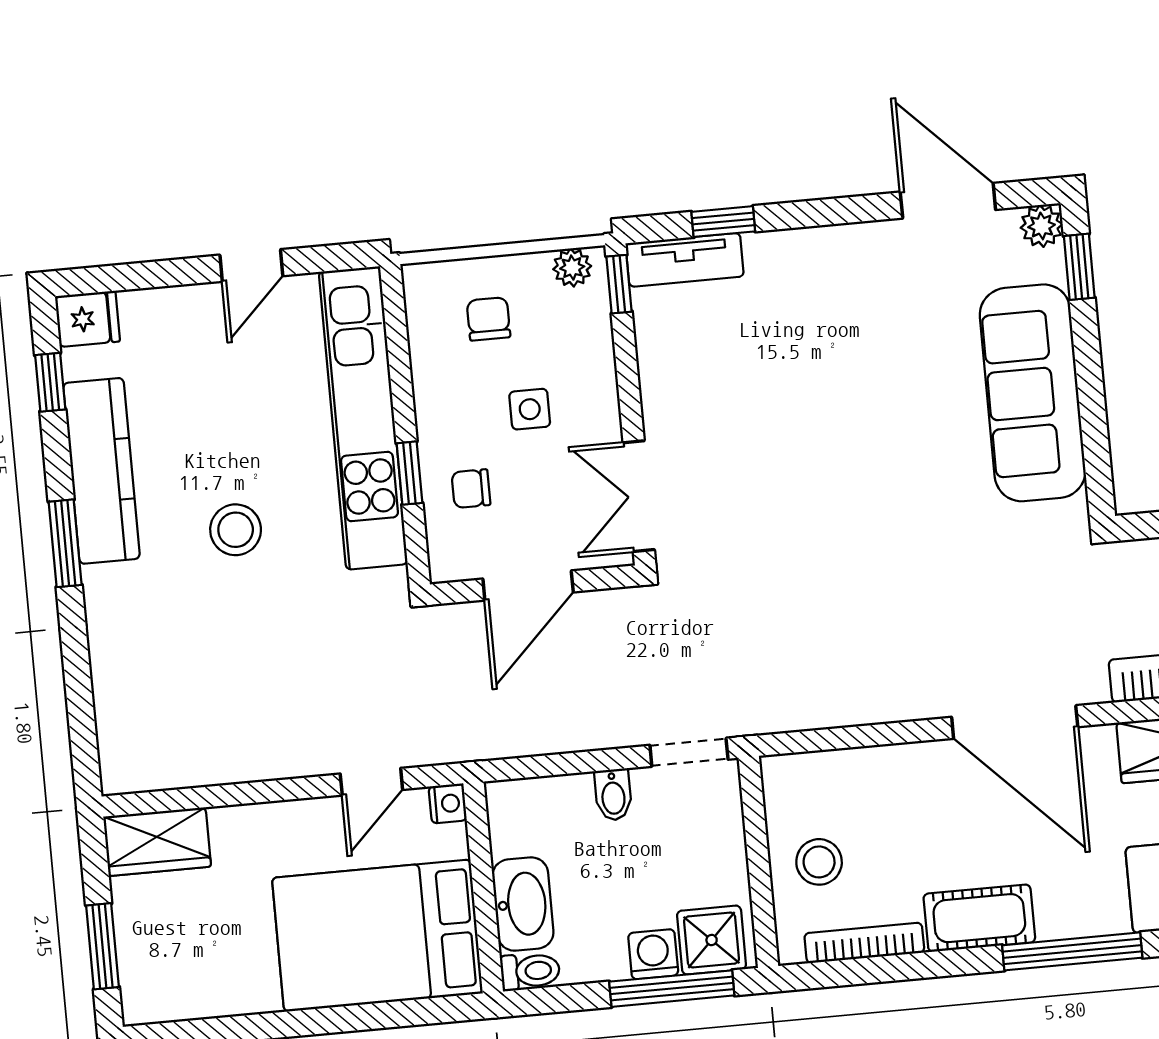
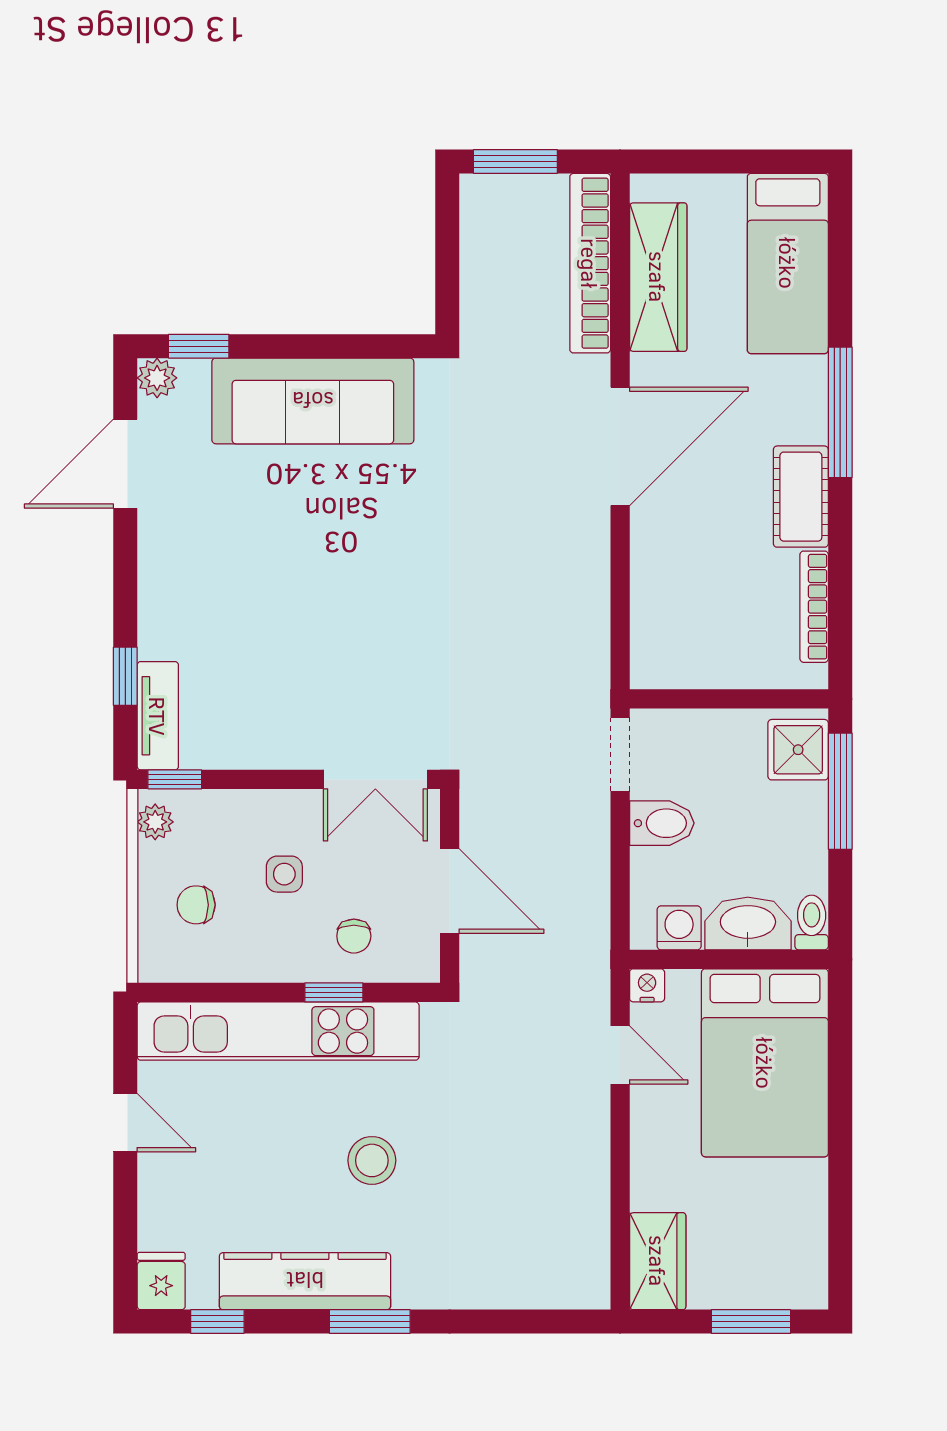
bidet: (613, 795) -> (662, 823), width x1.38, depth x1.36
stool: (819, 862) -> (734, 642), removed
washing machine: (653, 954) -> (679, 928), moved, turned 90

